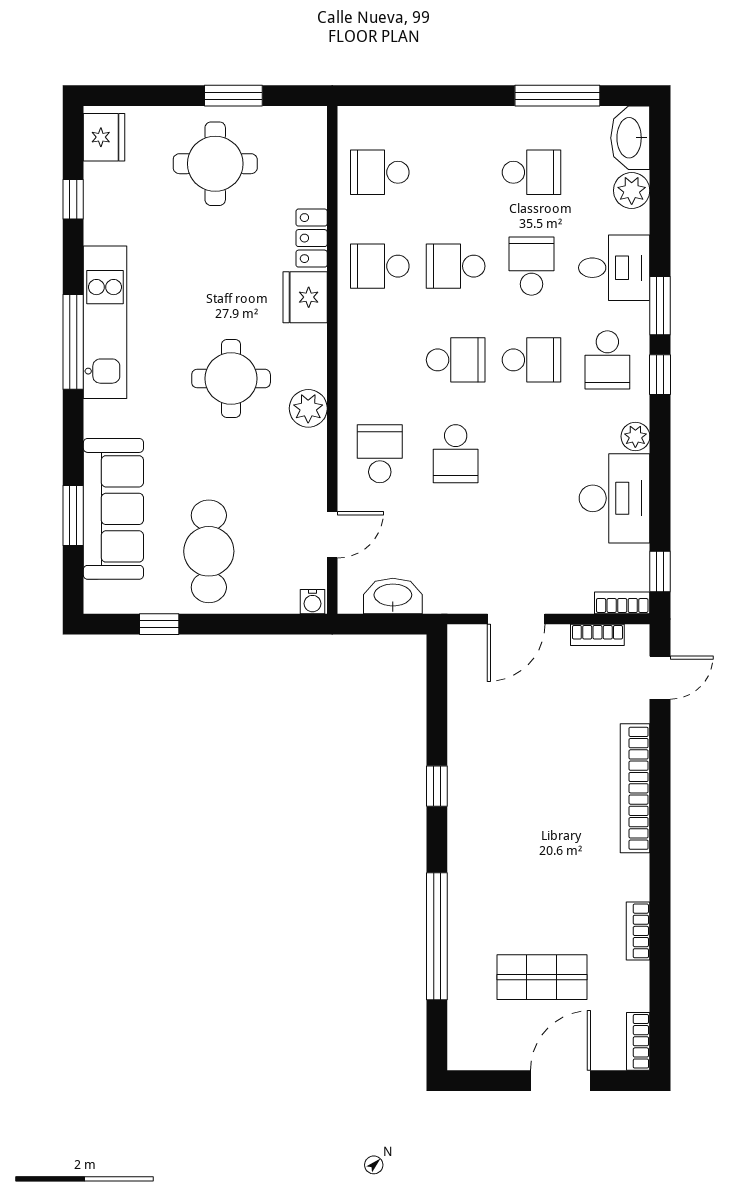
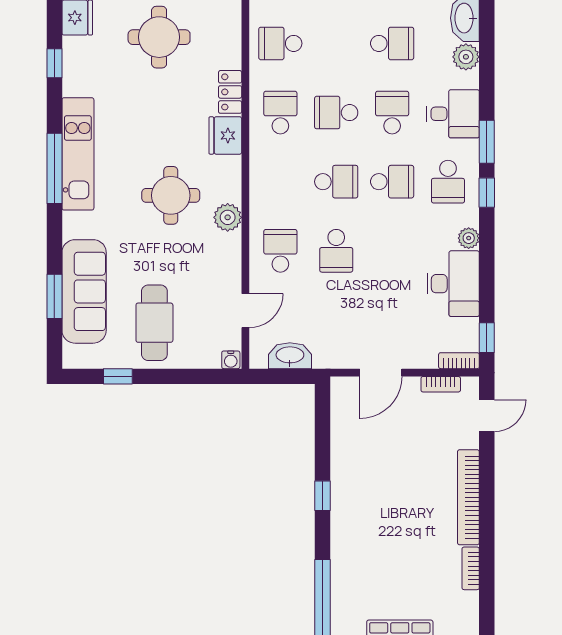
school desk: (380, 266) -> (280, 113), turned 90
bookcase: (638, 931) -> (471, 568), moved

